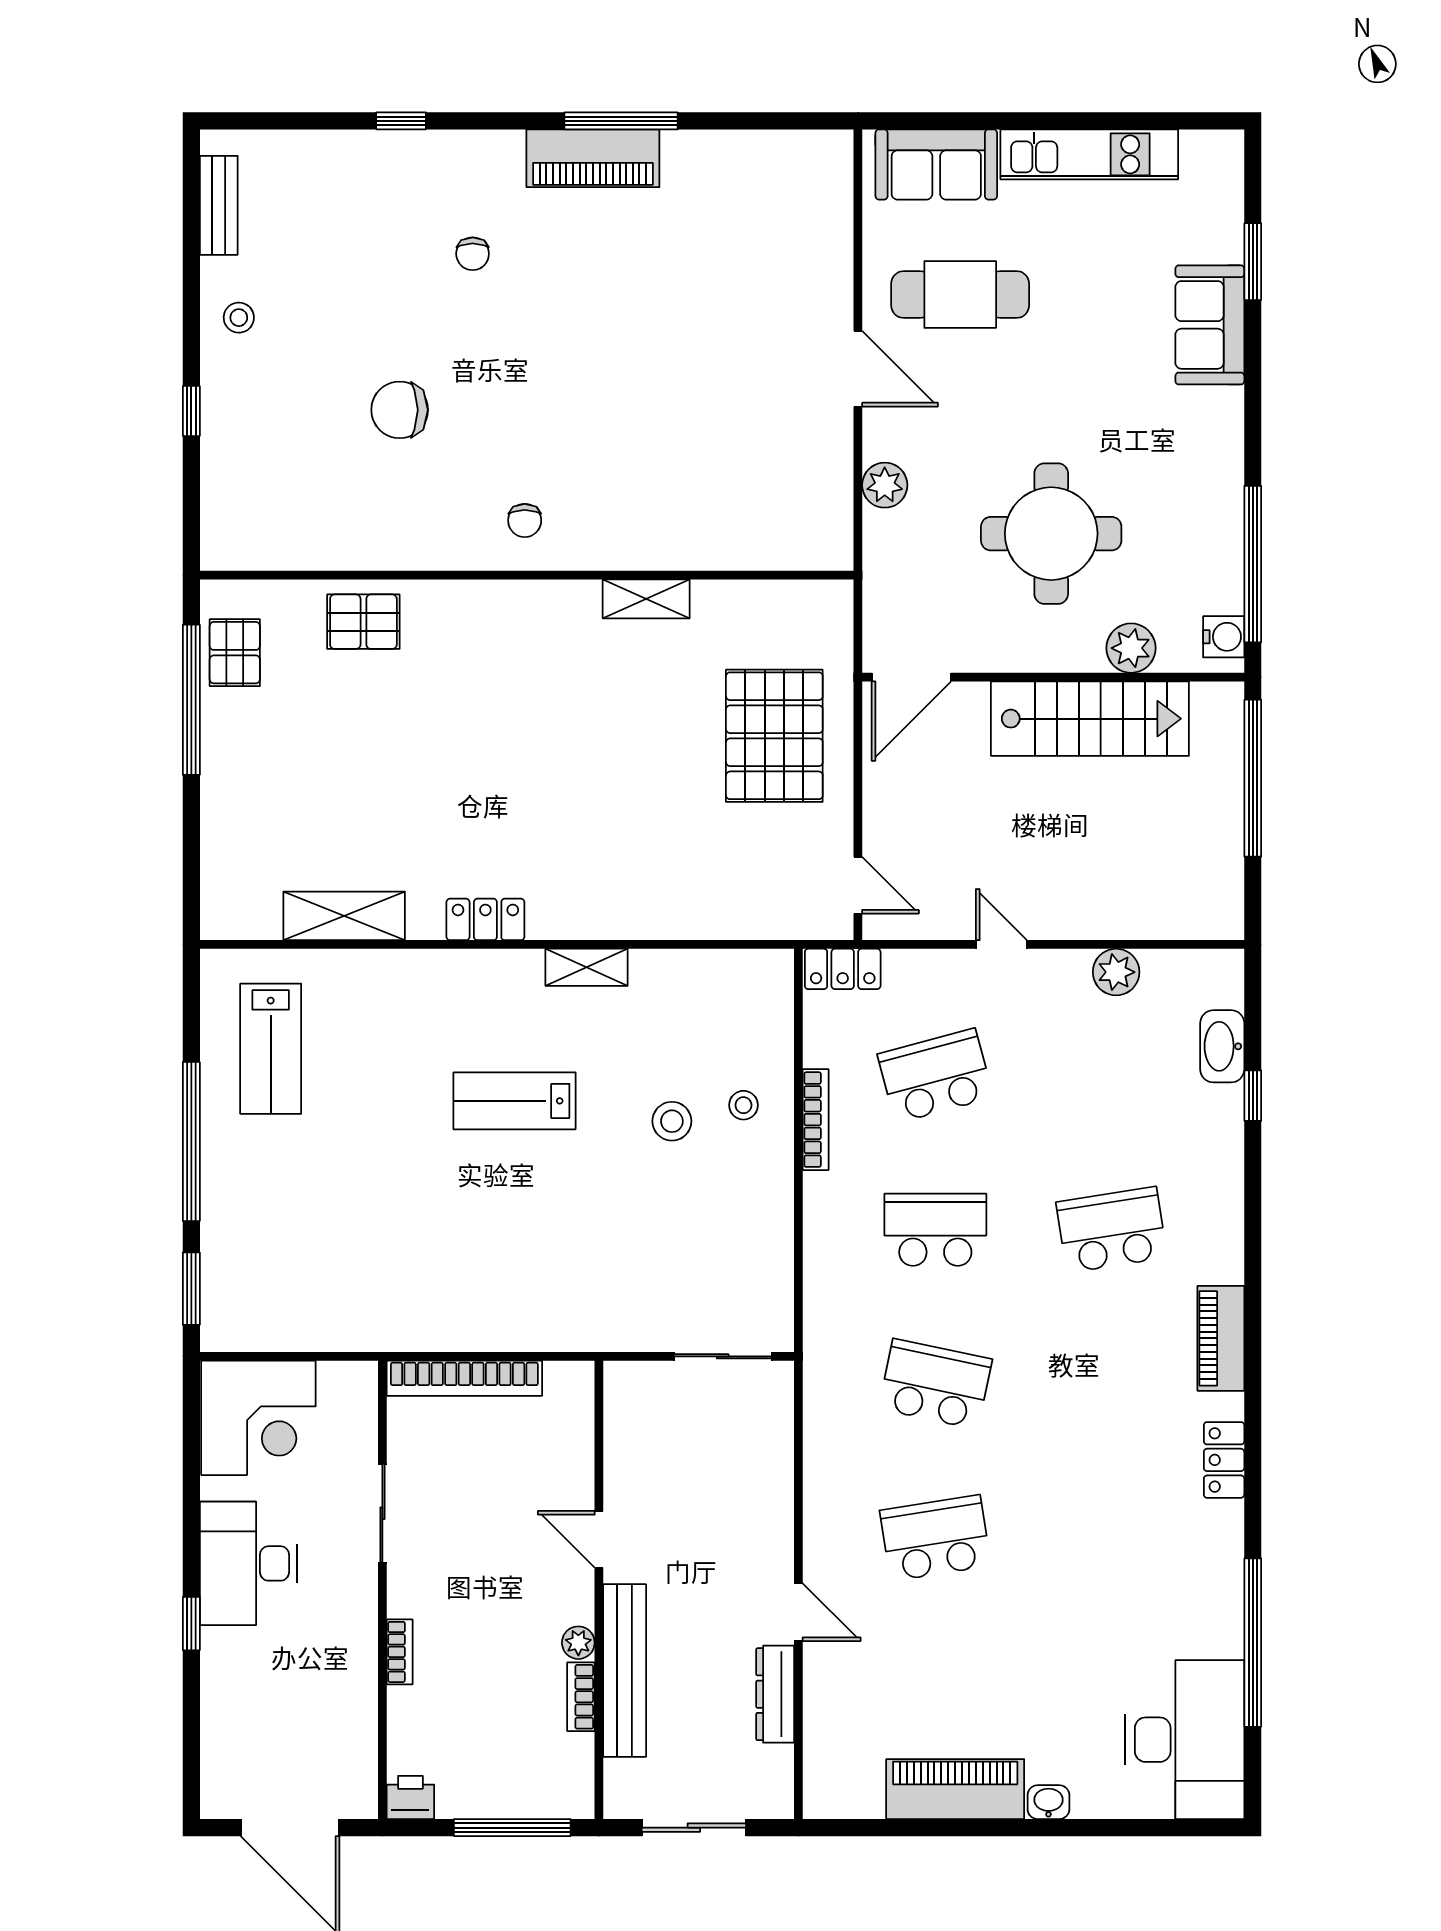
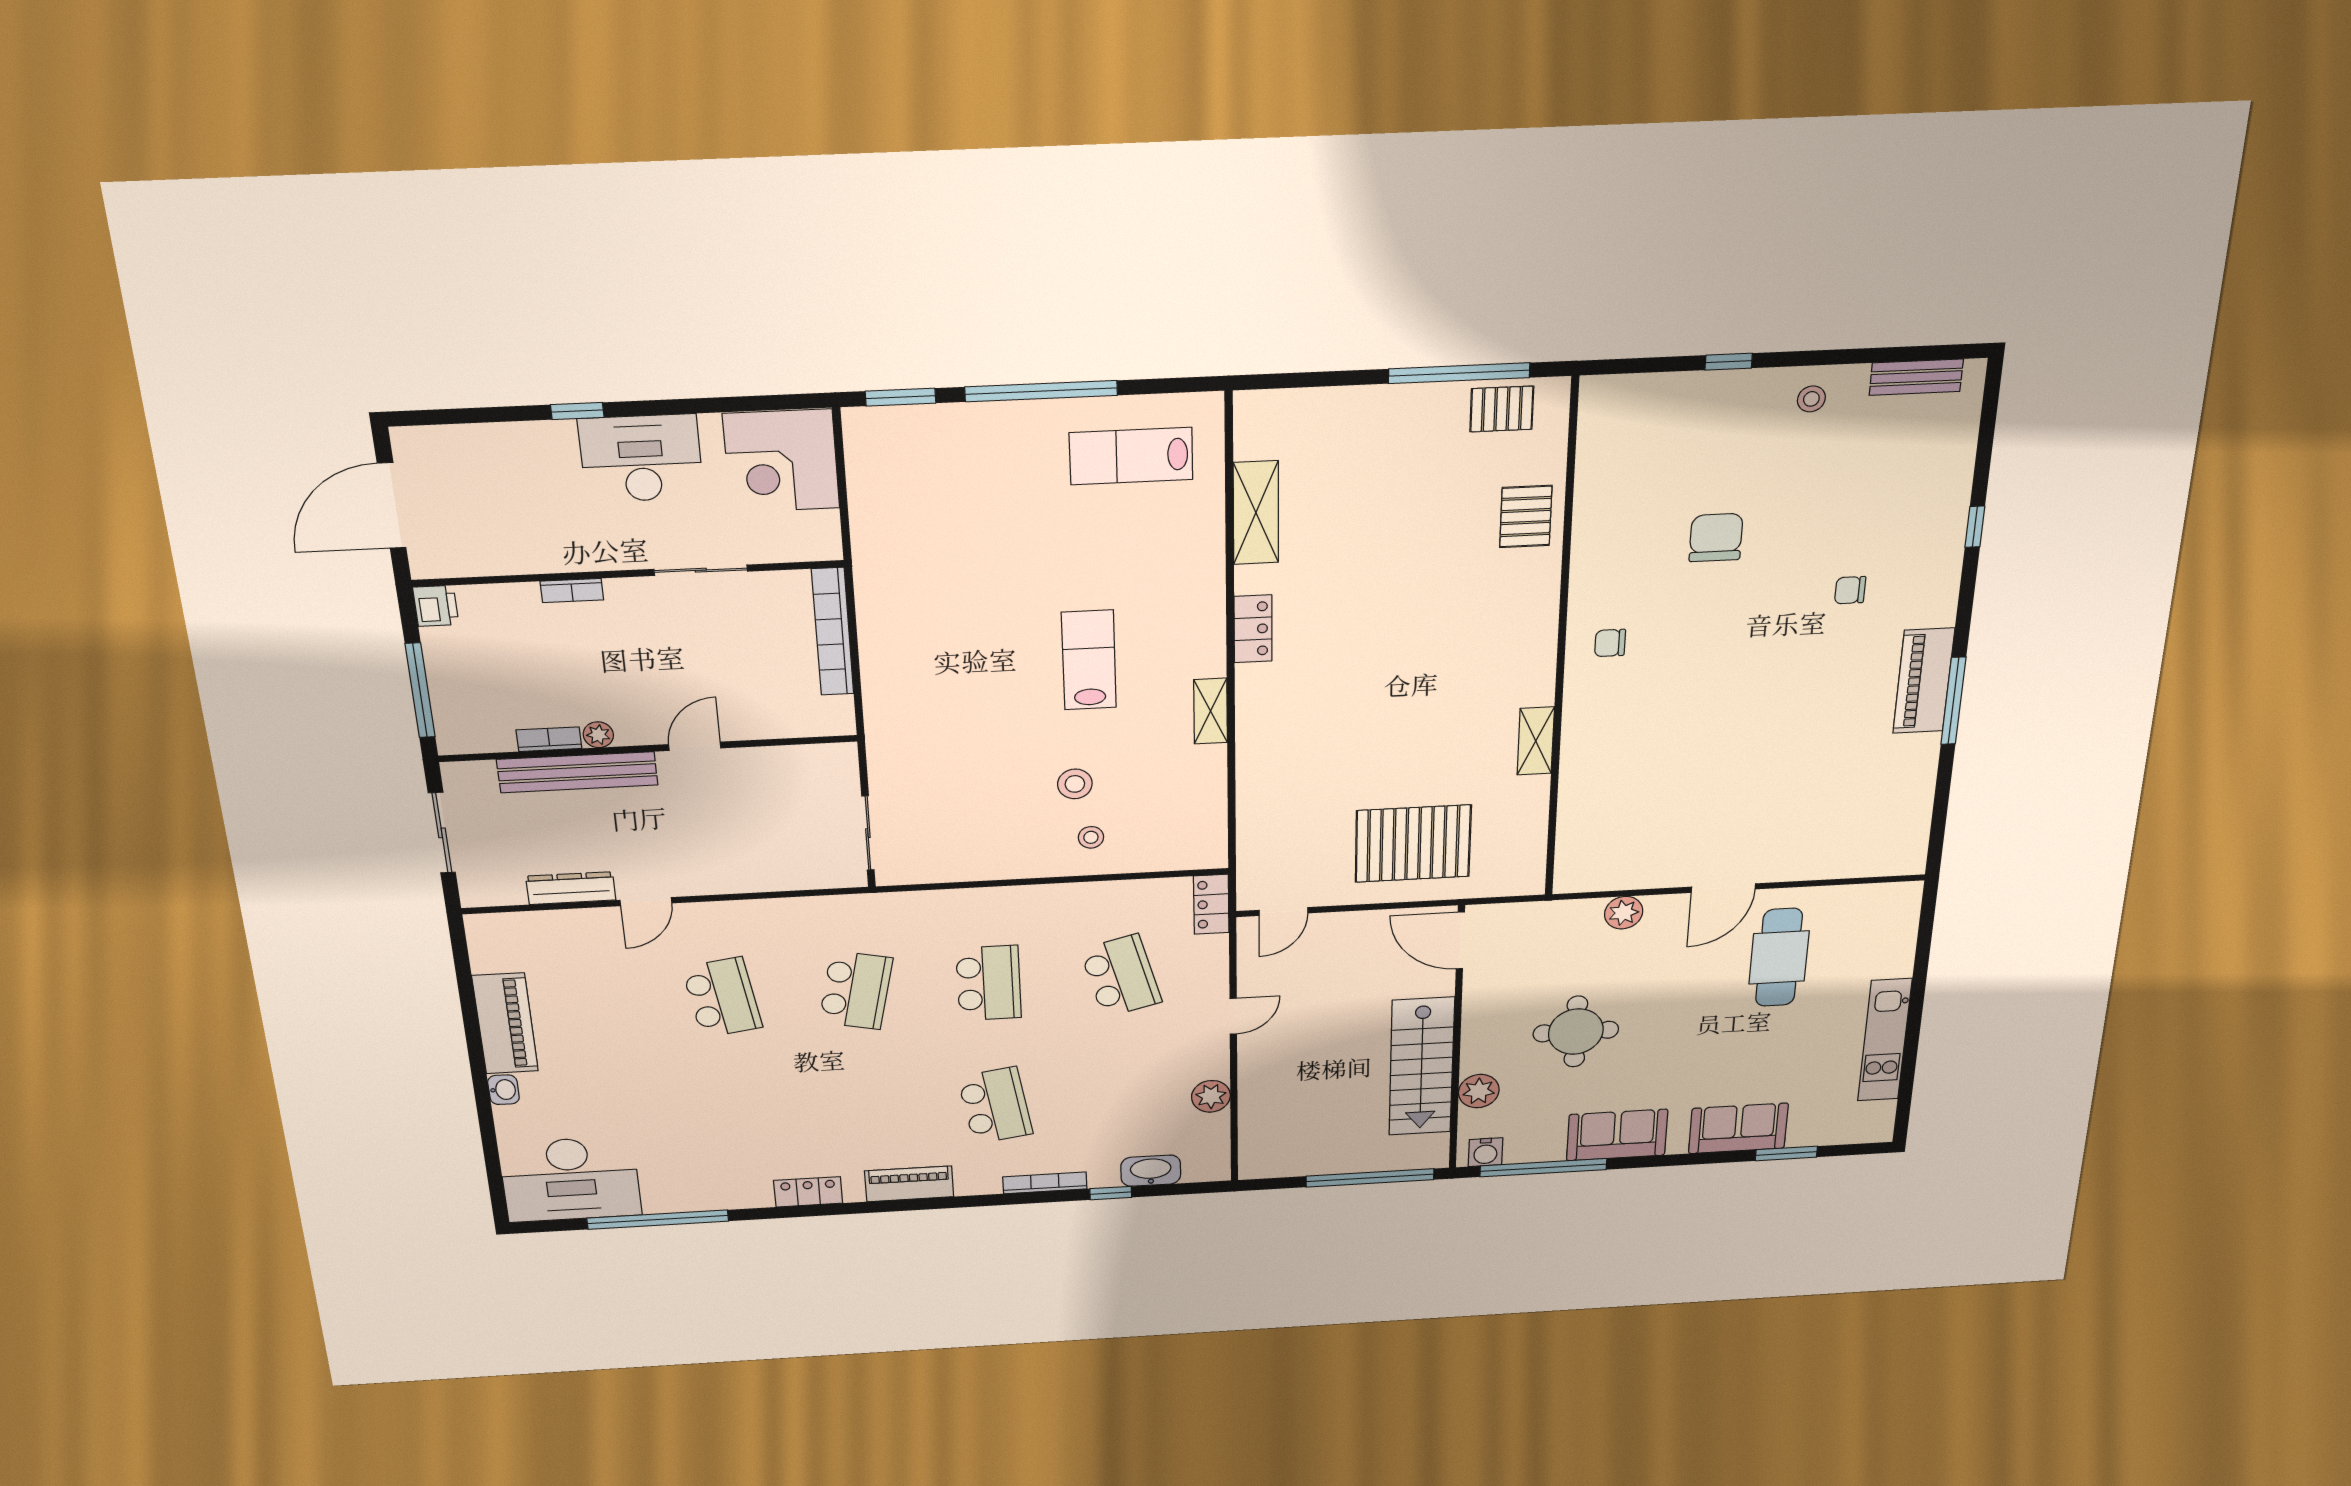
sofa: (936, 164) -> (1617, 1135), moved, turned 90
round table: (1051, 534) -> (1576, 1032), width x0.73, depth x0.73
bookcase: (816, 1120) -> (1045, 1183), moved, turned 180

